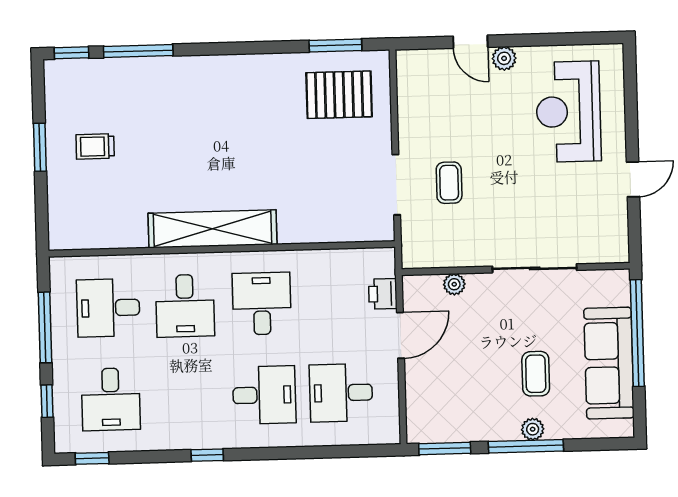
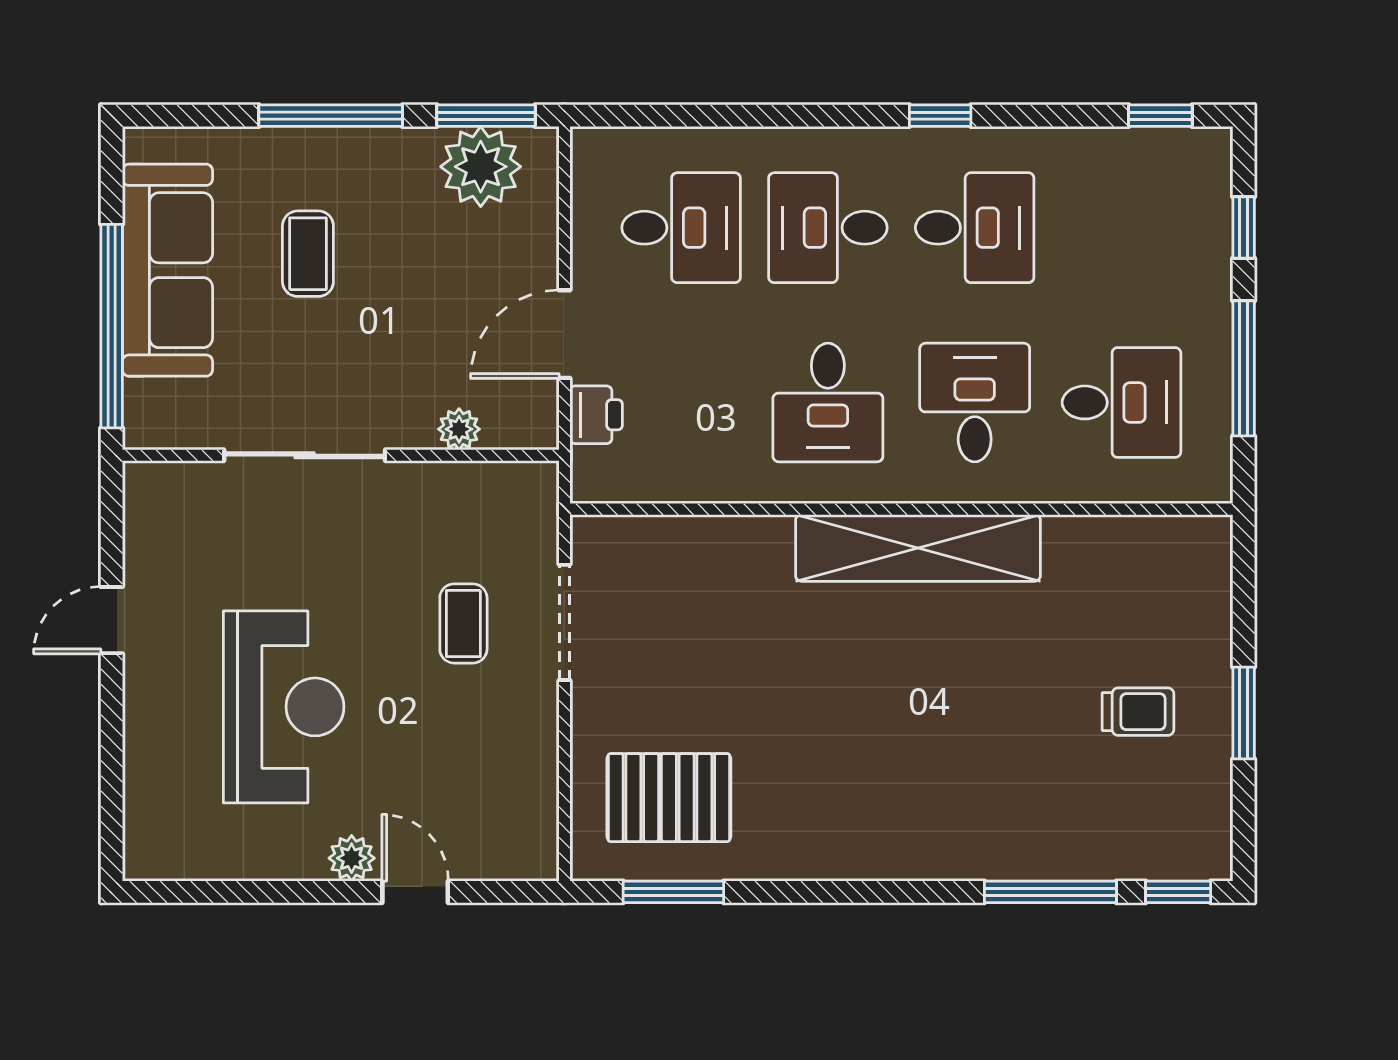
reception desk: (568, 112) -> (284, 707), moved
desk: (111, 399) -> (975, 228), moved, turned 90
plant: (533, 429) -> (481, 167), moved, width x1.88, depth x1.88

